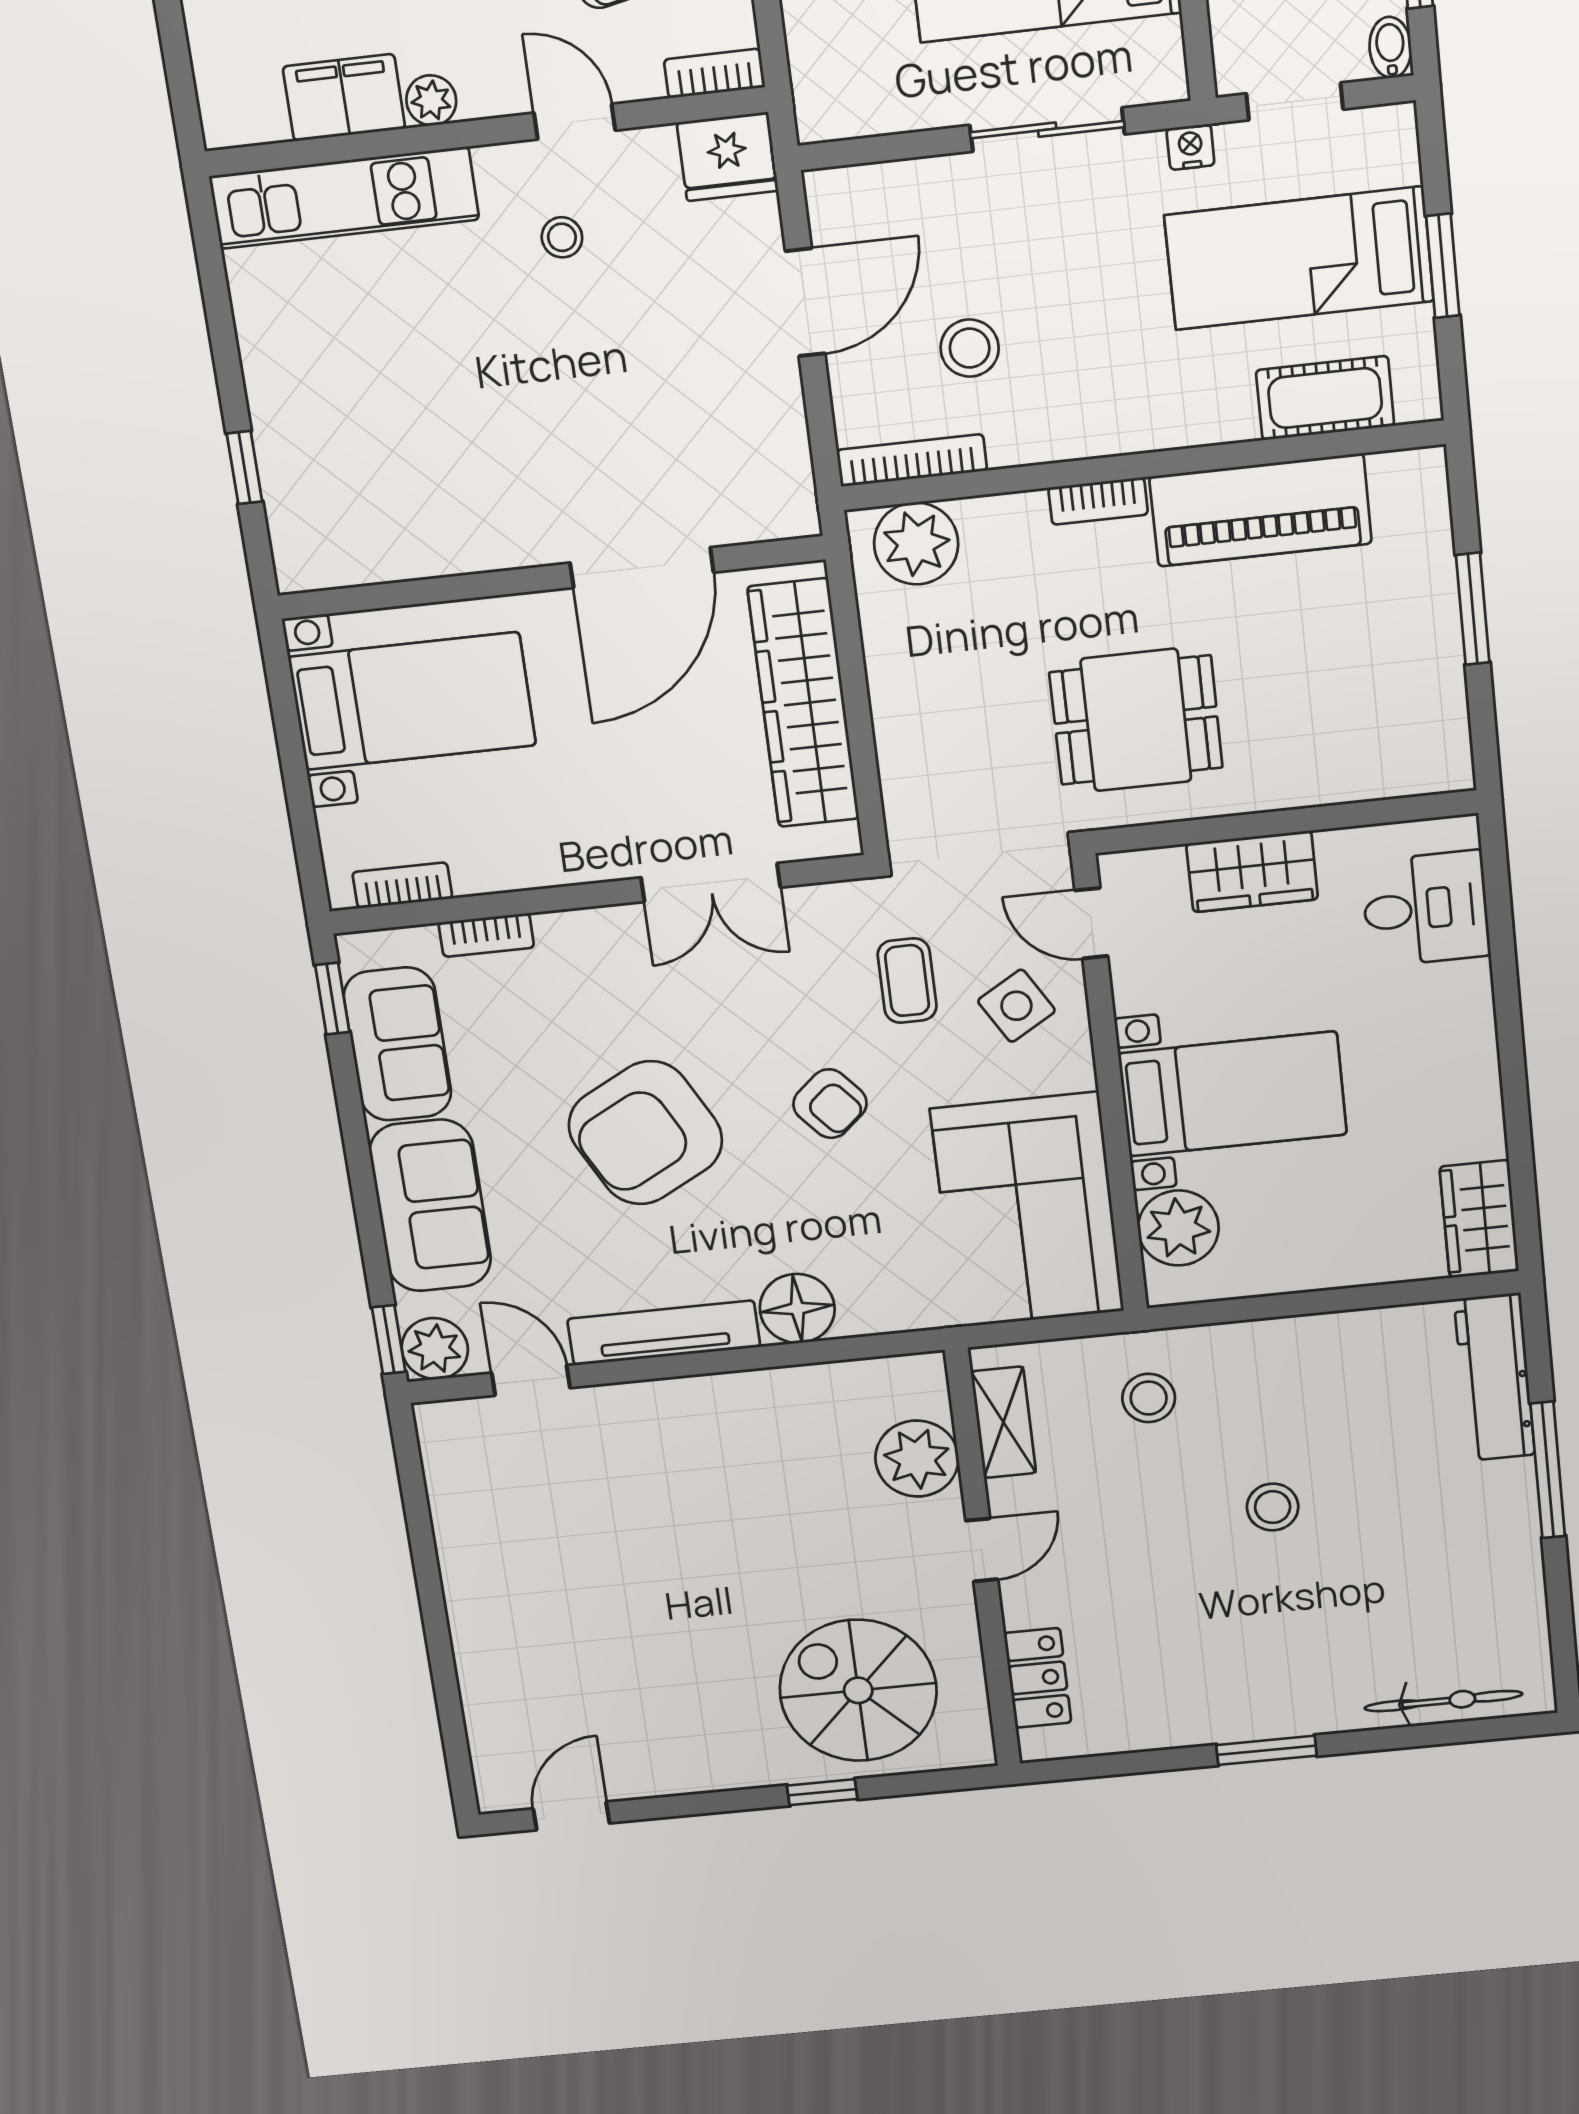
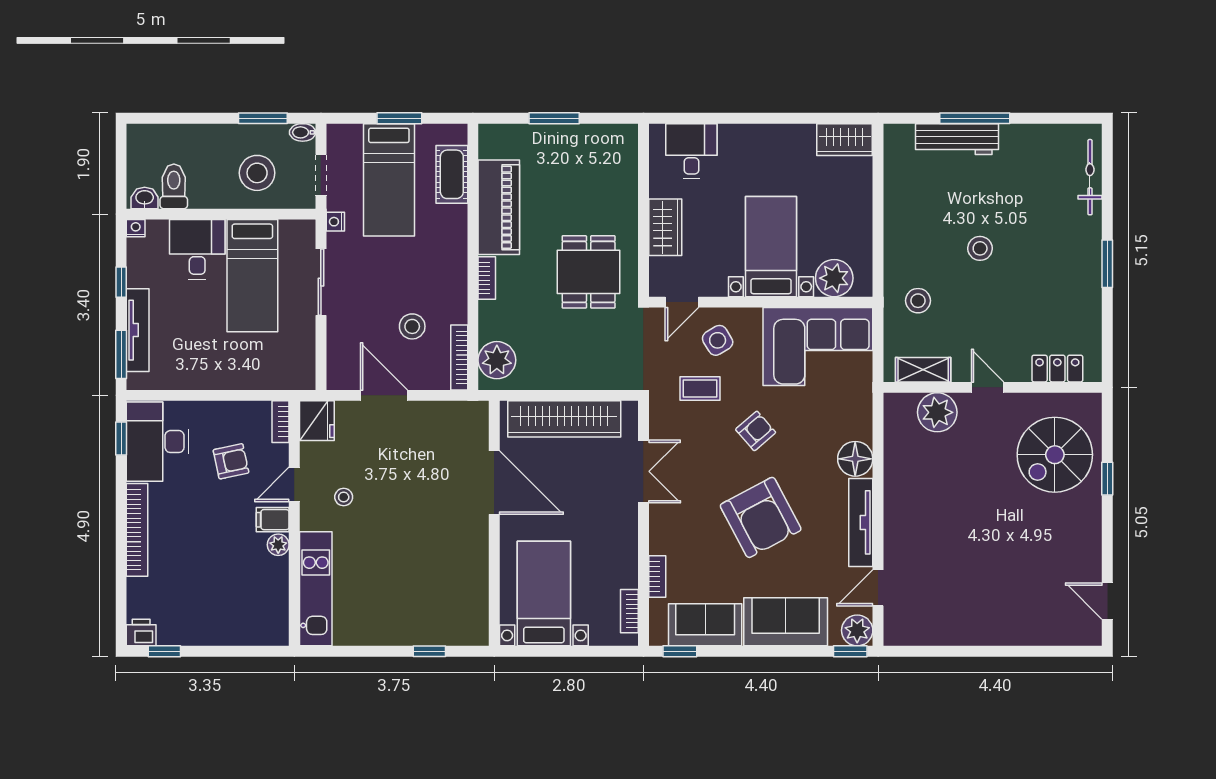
filing cabinet: (344, 98) -> (273, 520), moved, width x0.50
workbench: (1495, 1377) -> (957, 139), moved

